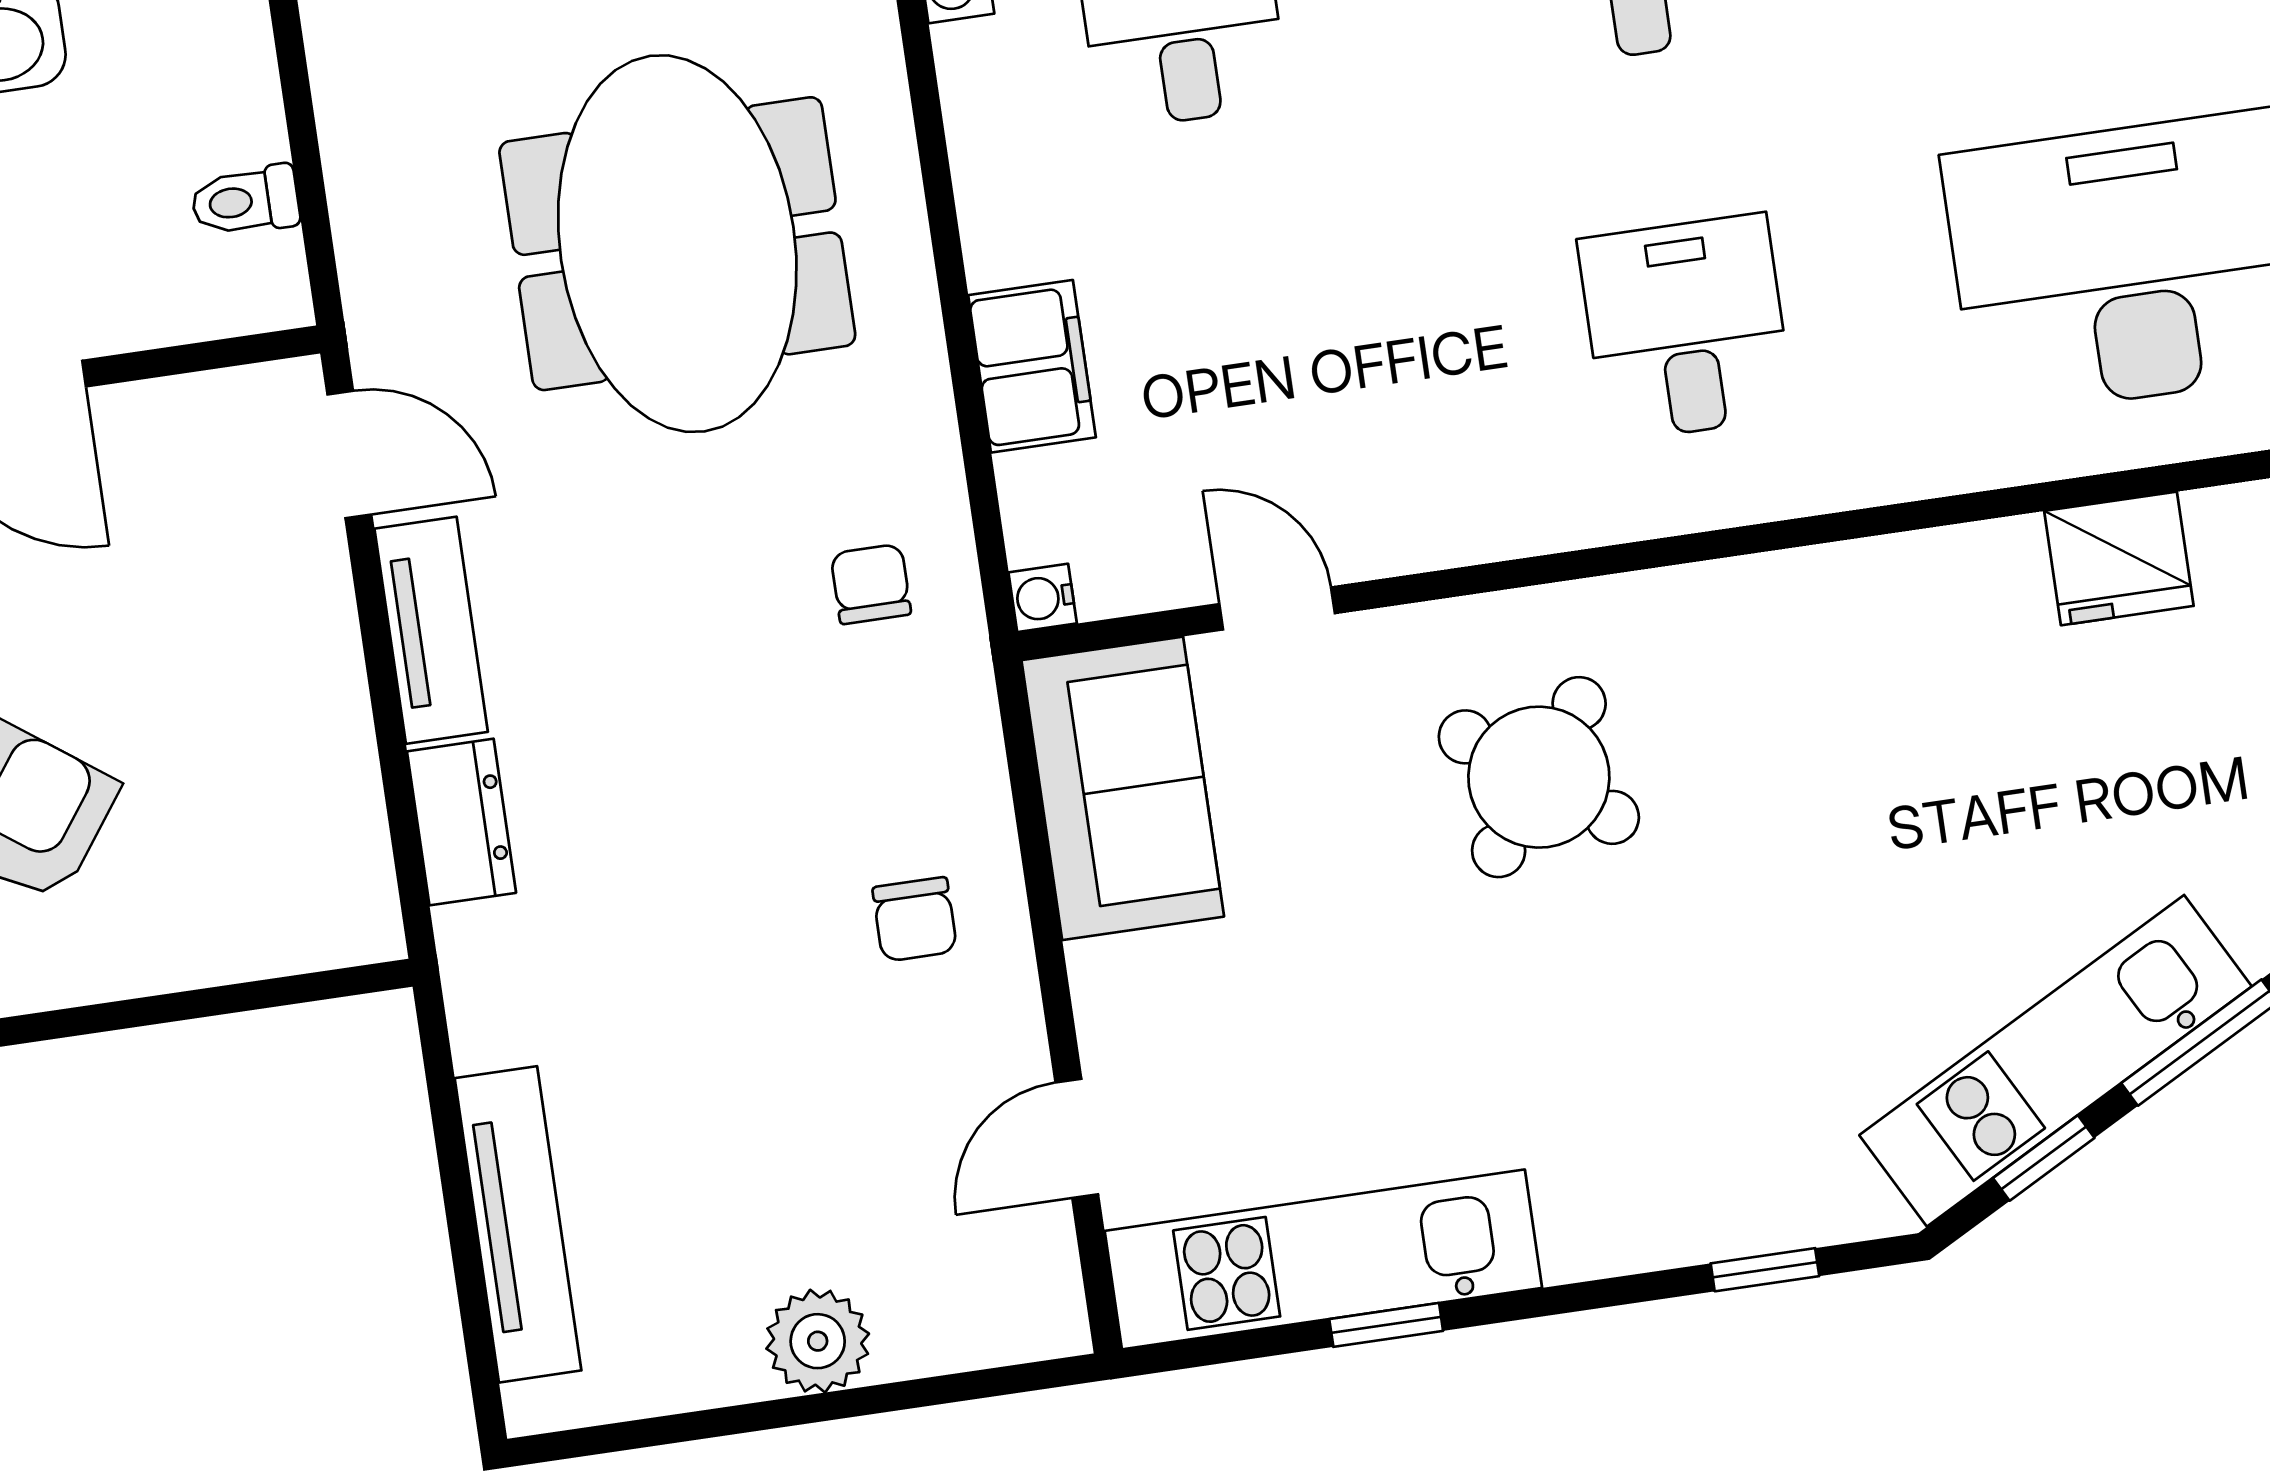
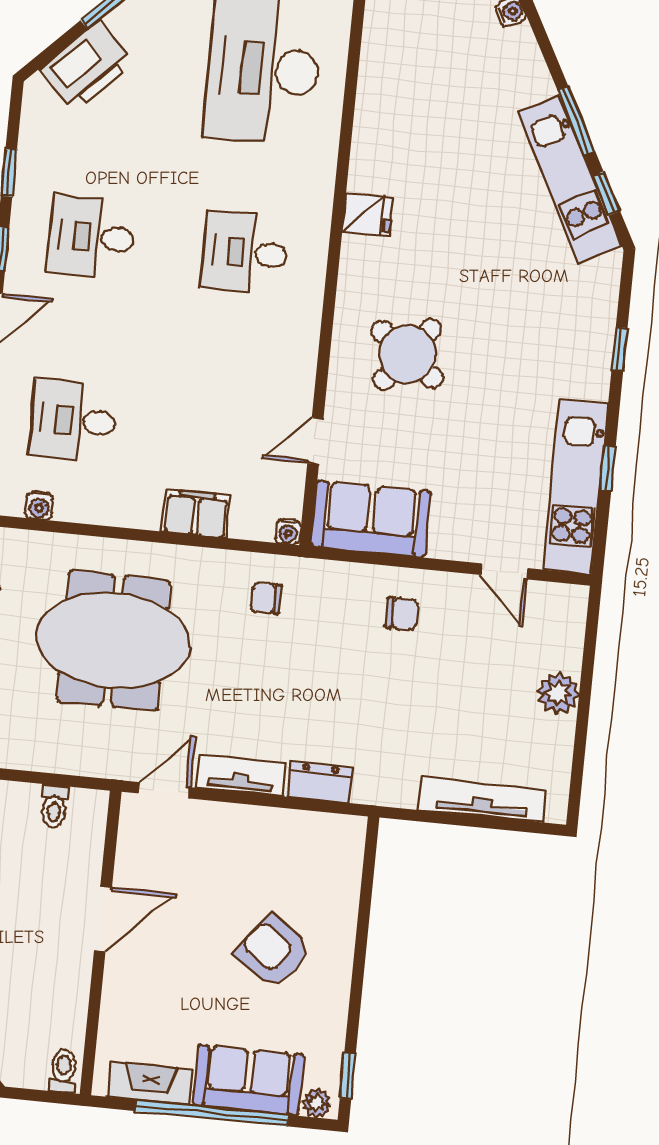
fridge: (2119, 558) -> (367, 214), moved, width x0.72
window: (1765, 1270) -> (619, 349), moved

